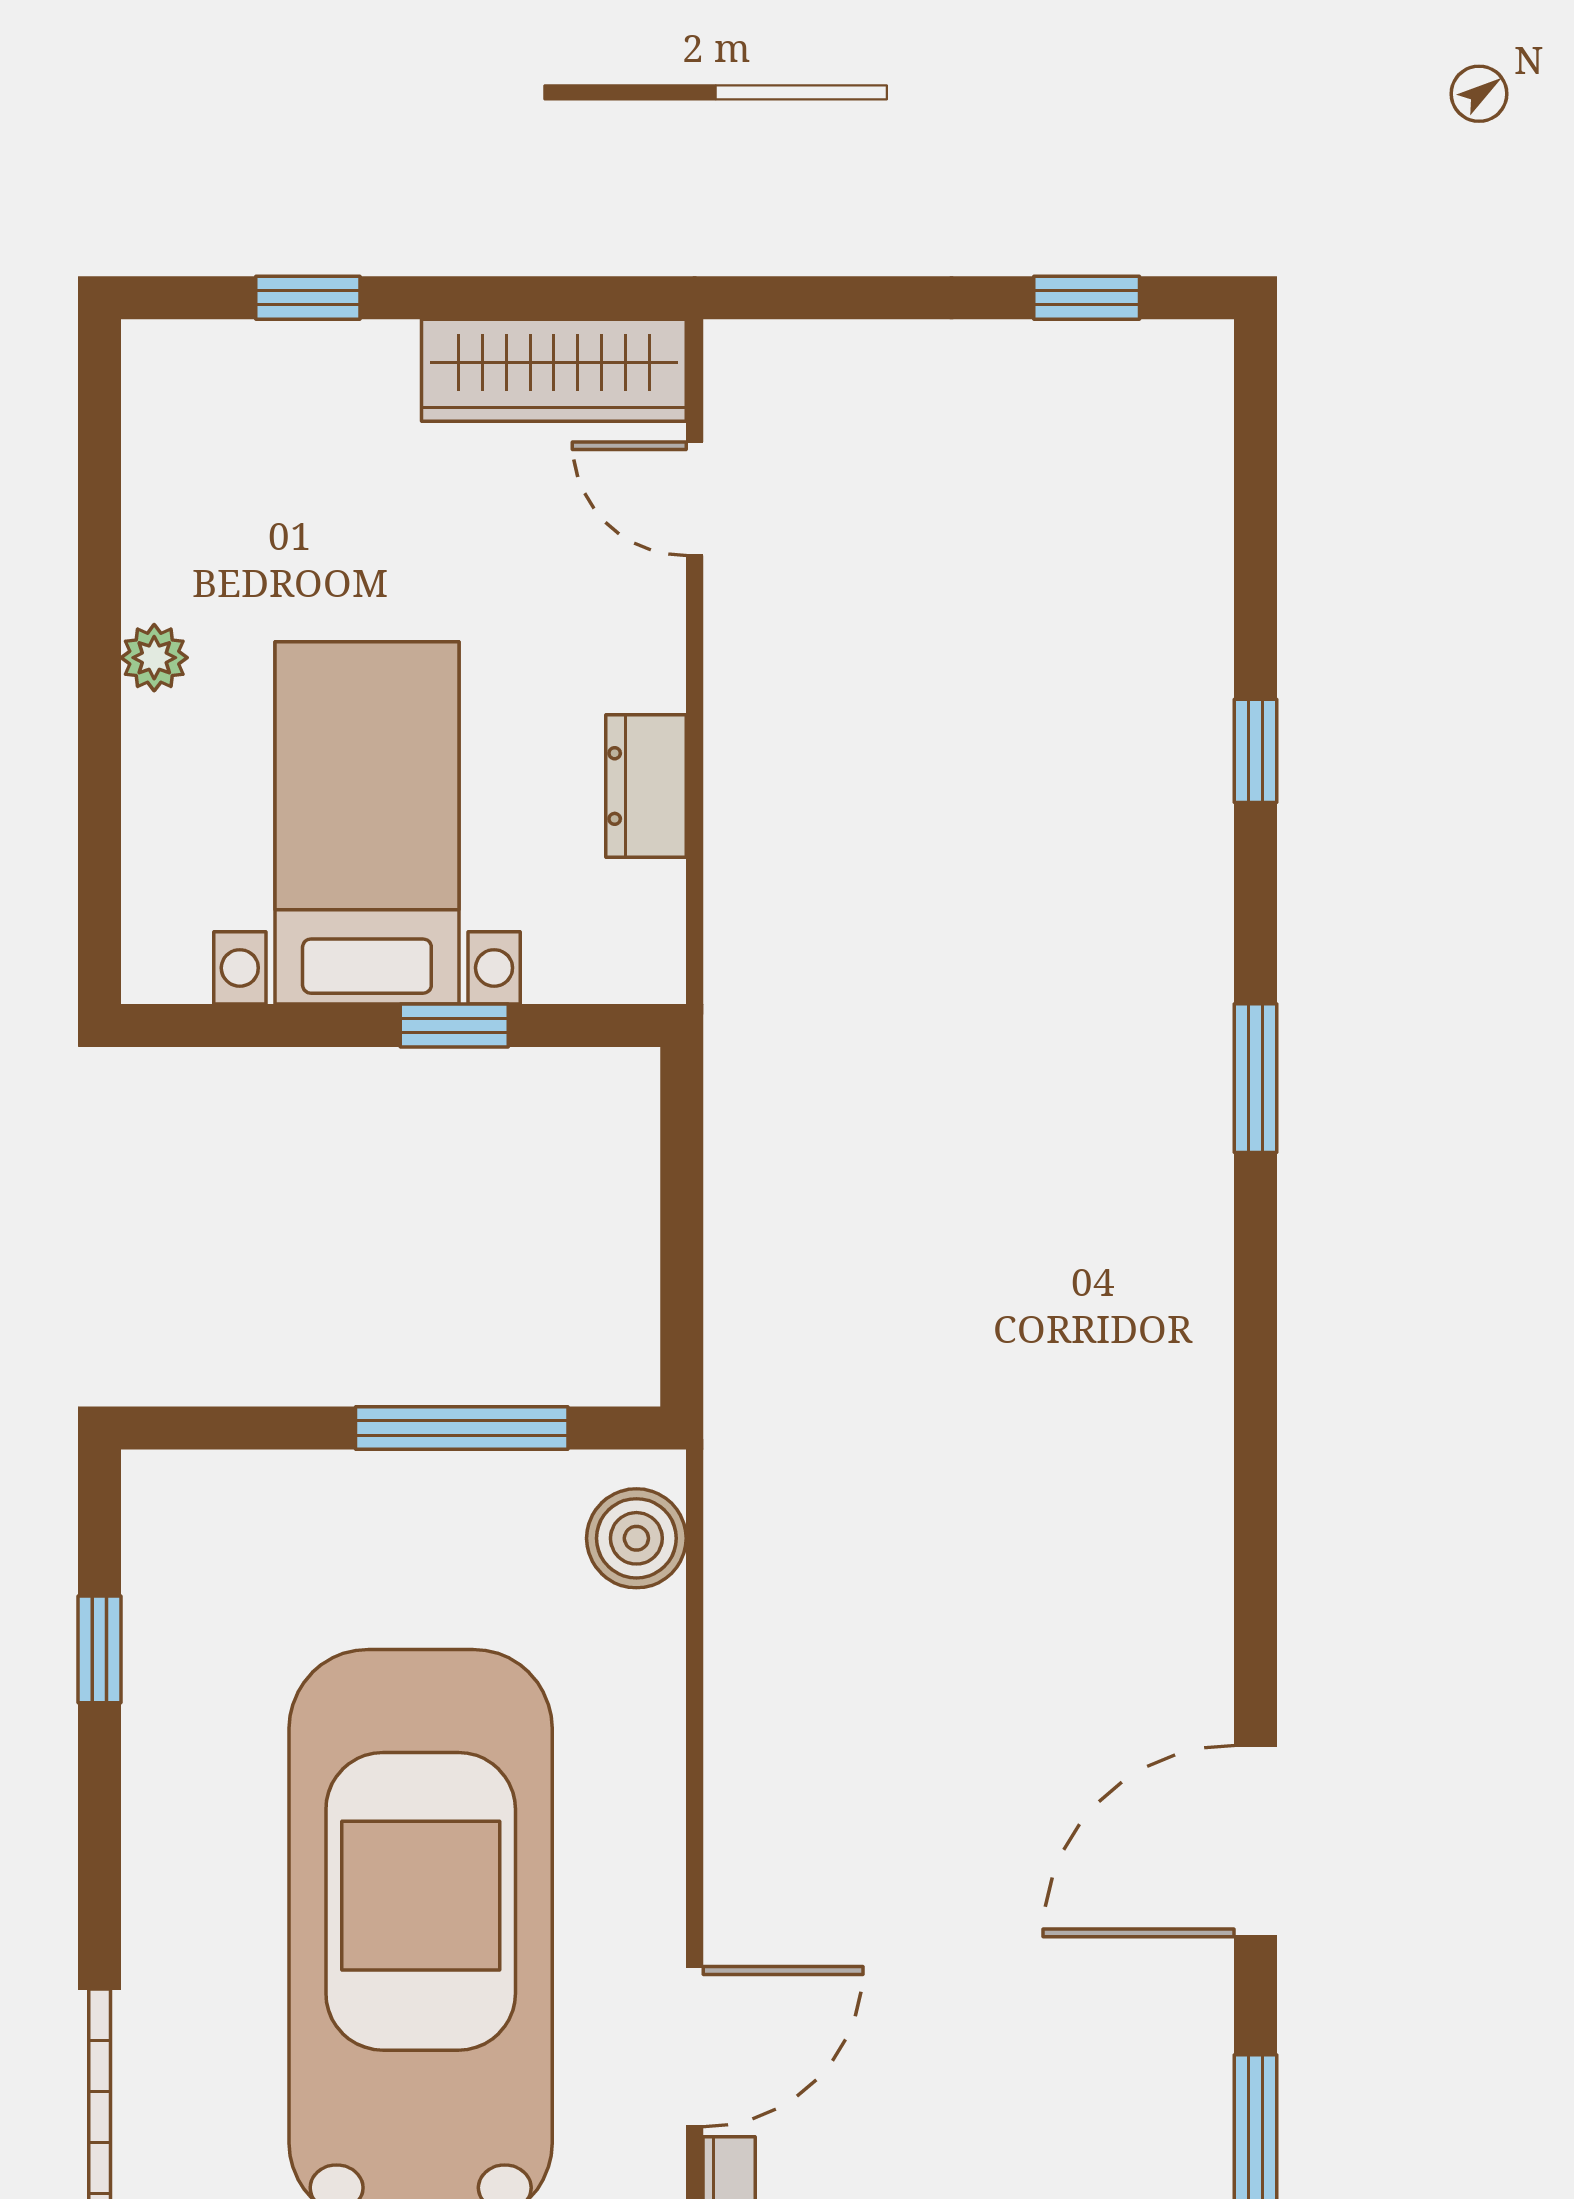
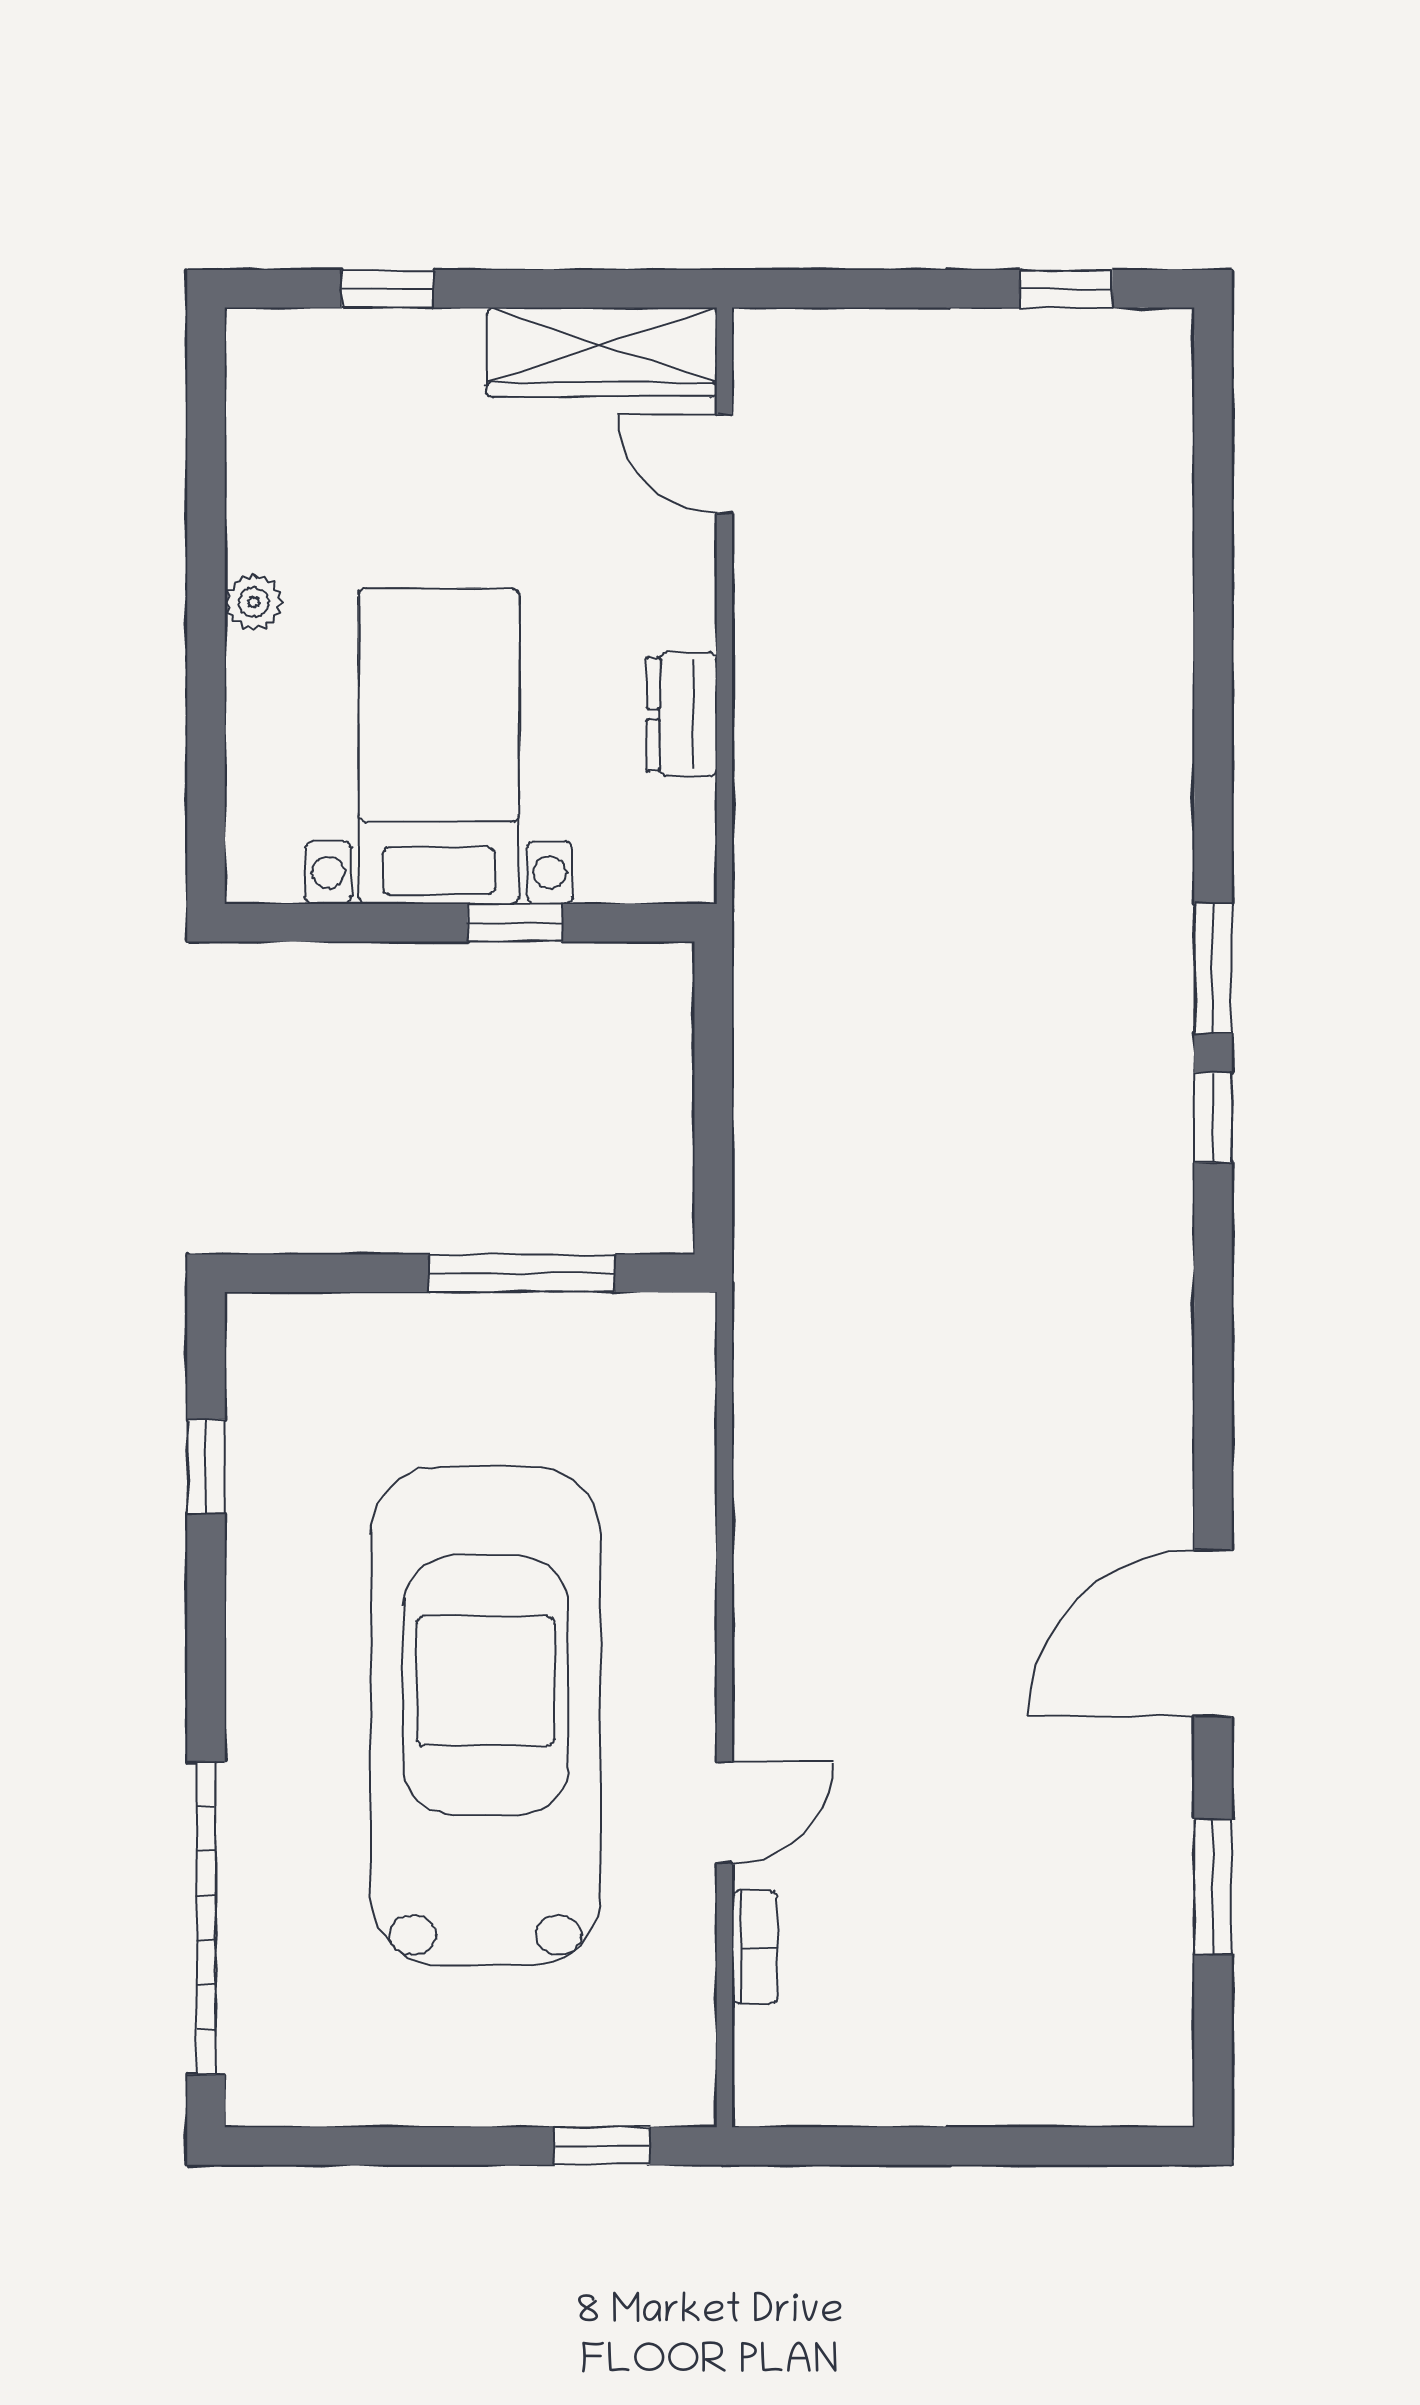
window: (1255, 751) -> (1213, 1118), moved
boiler: (636, 1538) -> (674, 1369), removed
door: (695, 2047) -> (724, 1812), width x0.73

